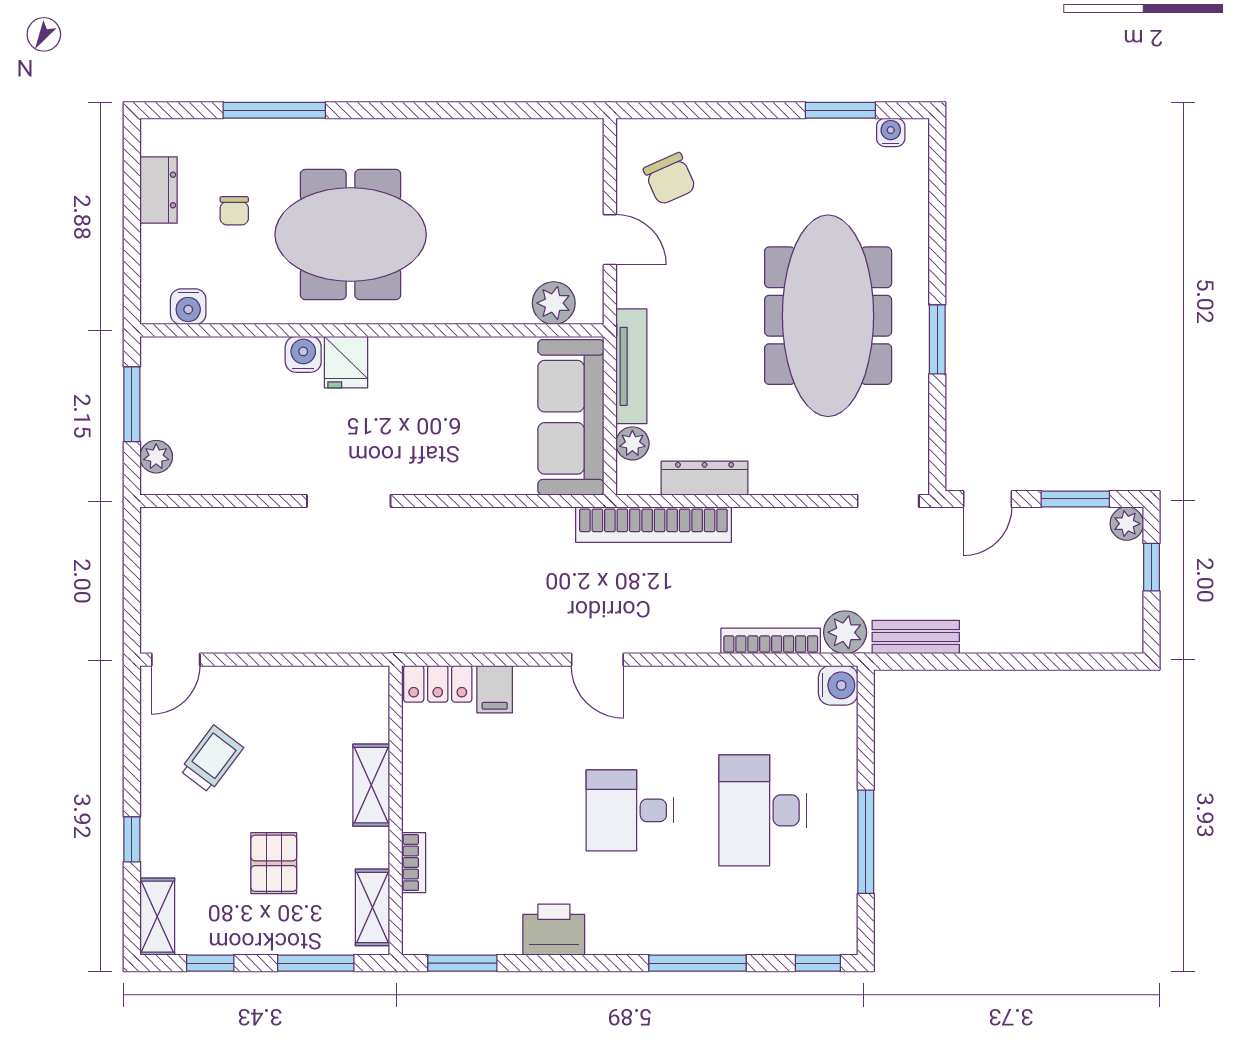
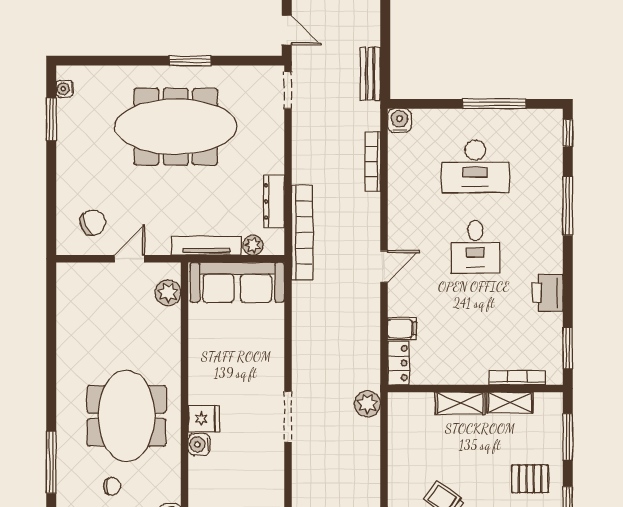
plant: (845, 632) -> (367, 404), moved
pallet: (274, 863) -> (530, 479), moved
bookcase: (414, 863) -> (517, 378), width x1.56
shelving: (373, 907) -> (510, 403), moved

